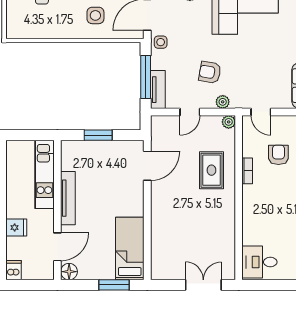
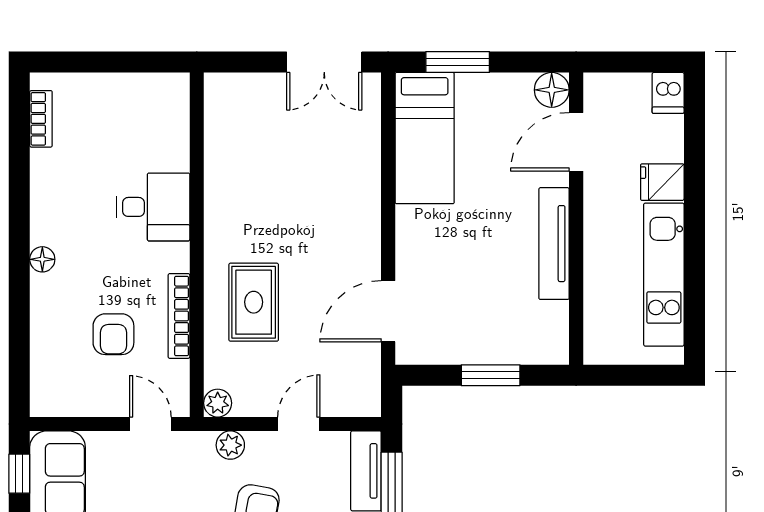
bookcase: (247, 171) -> (179, 316), width x1.56
kitchen unit: (44, 174) -> (664, 275), moved, turned 180
desk: (259, 262) -> (153, 207), moved
double door: (203, 285) -> (324, 62), moved

